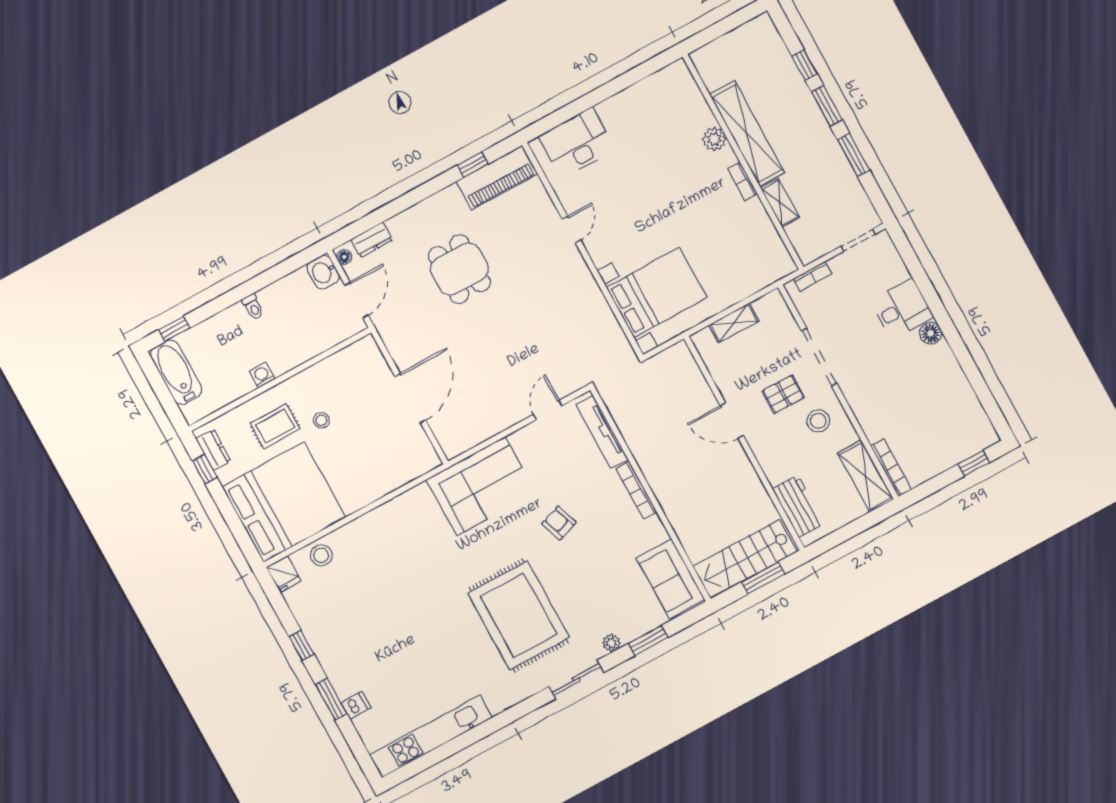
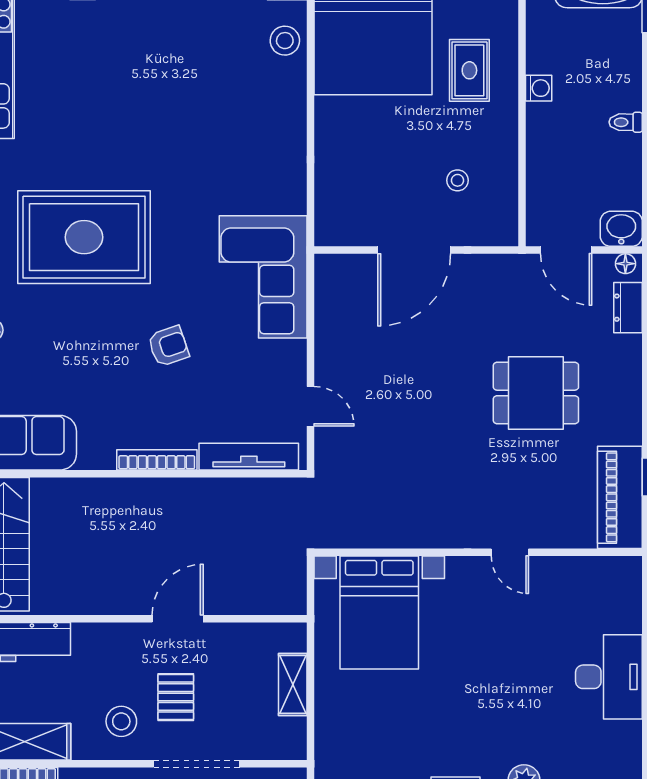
desk: (577, 143) -> (609, 677), moved
door: (410, 398) -> (414, 250), hinge flipped
stool: (321, 420) -> (457, 180), moved

